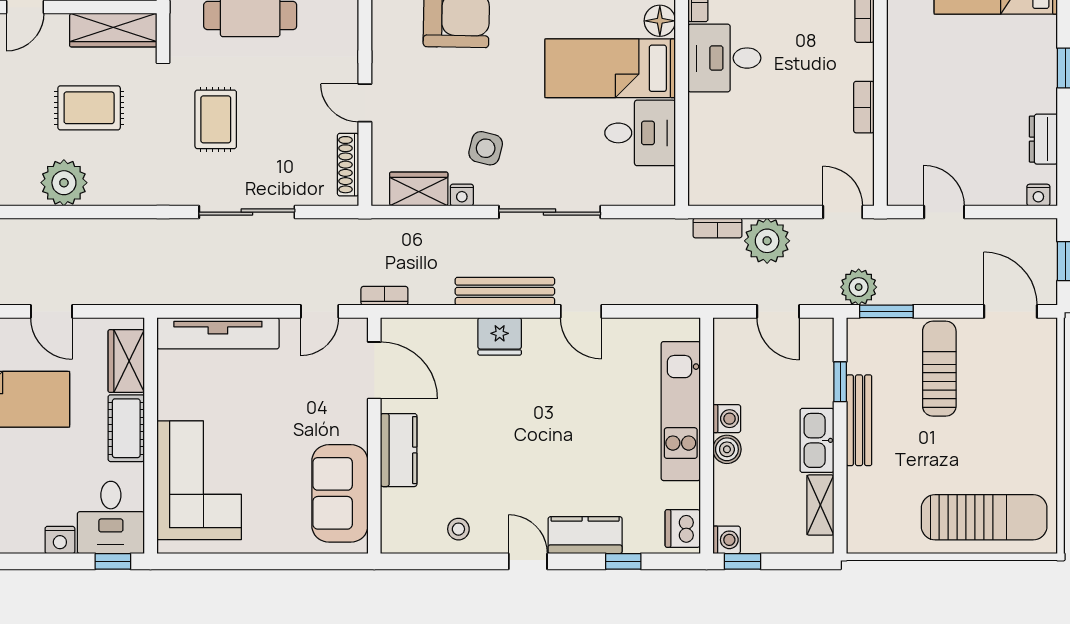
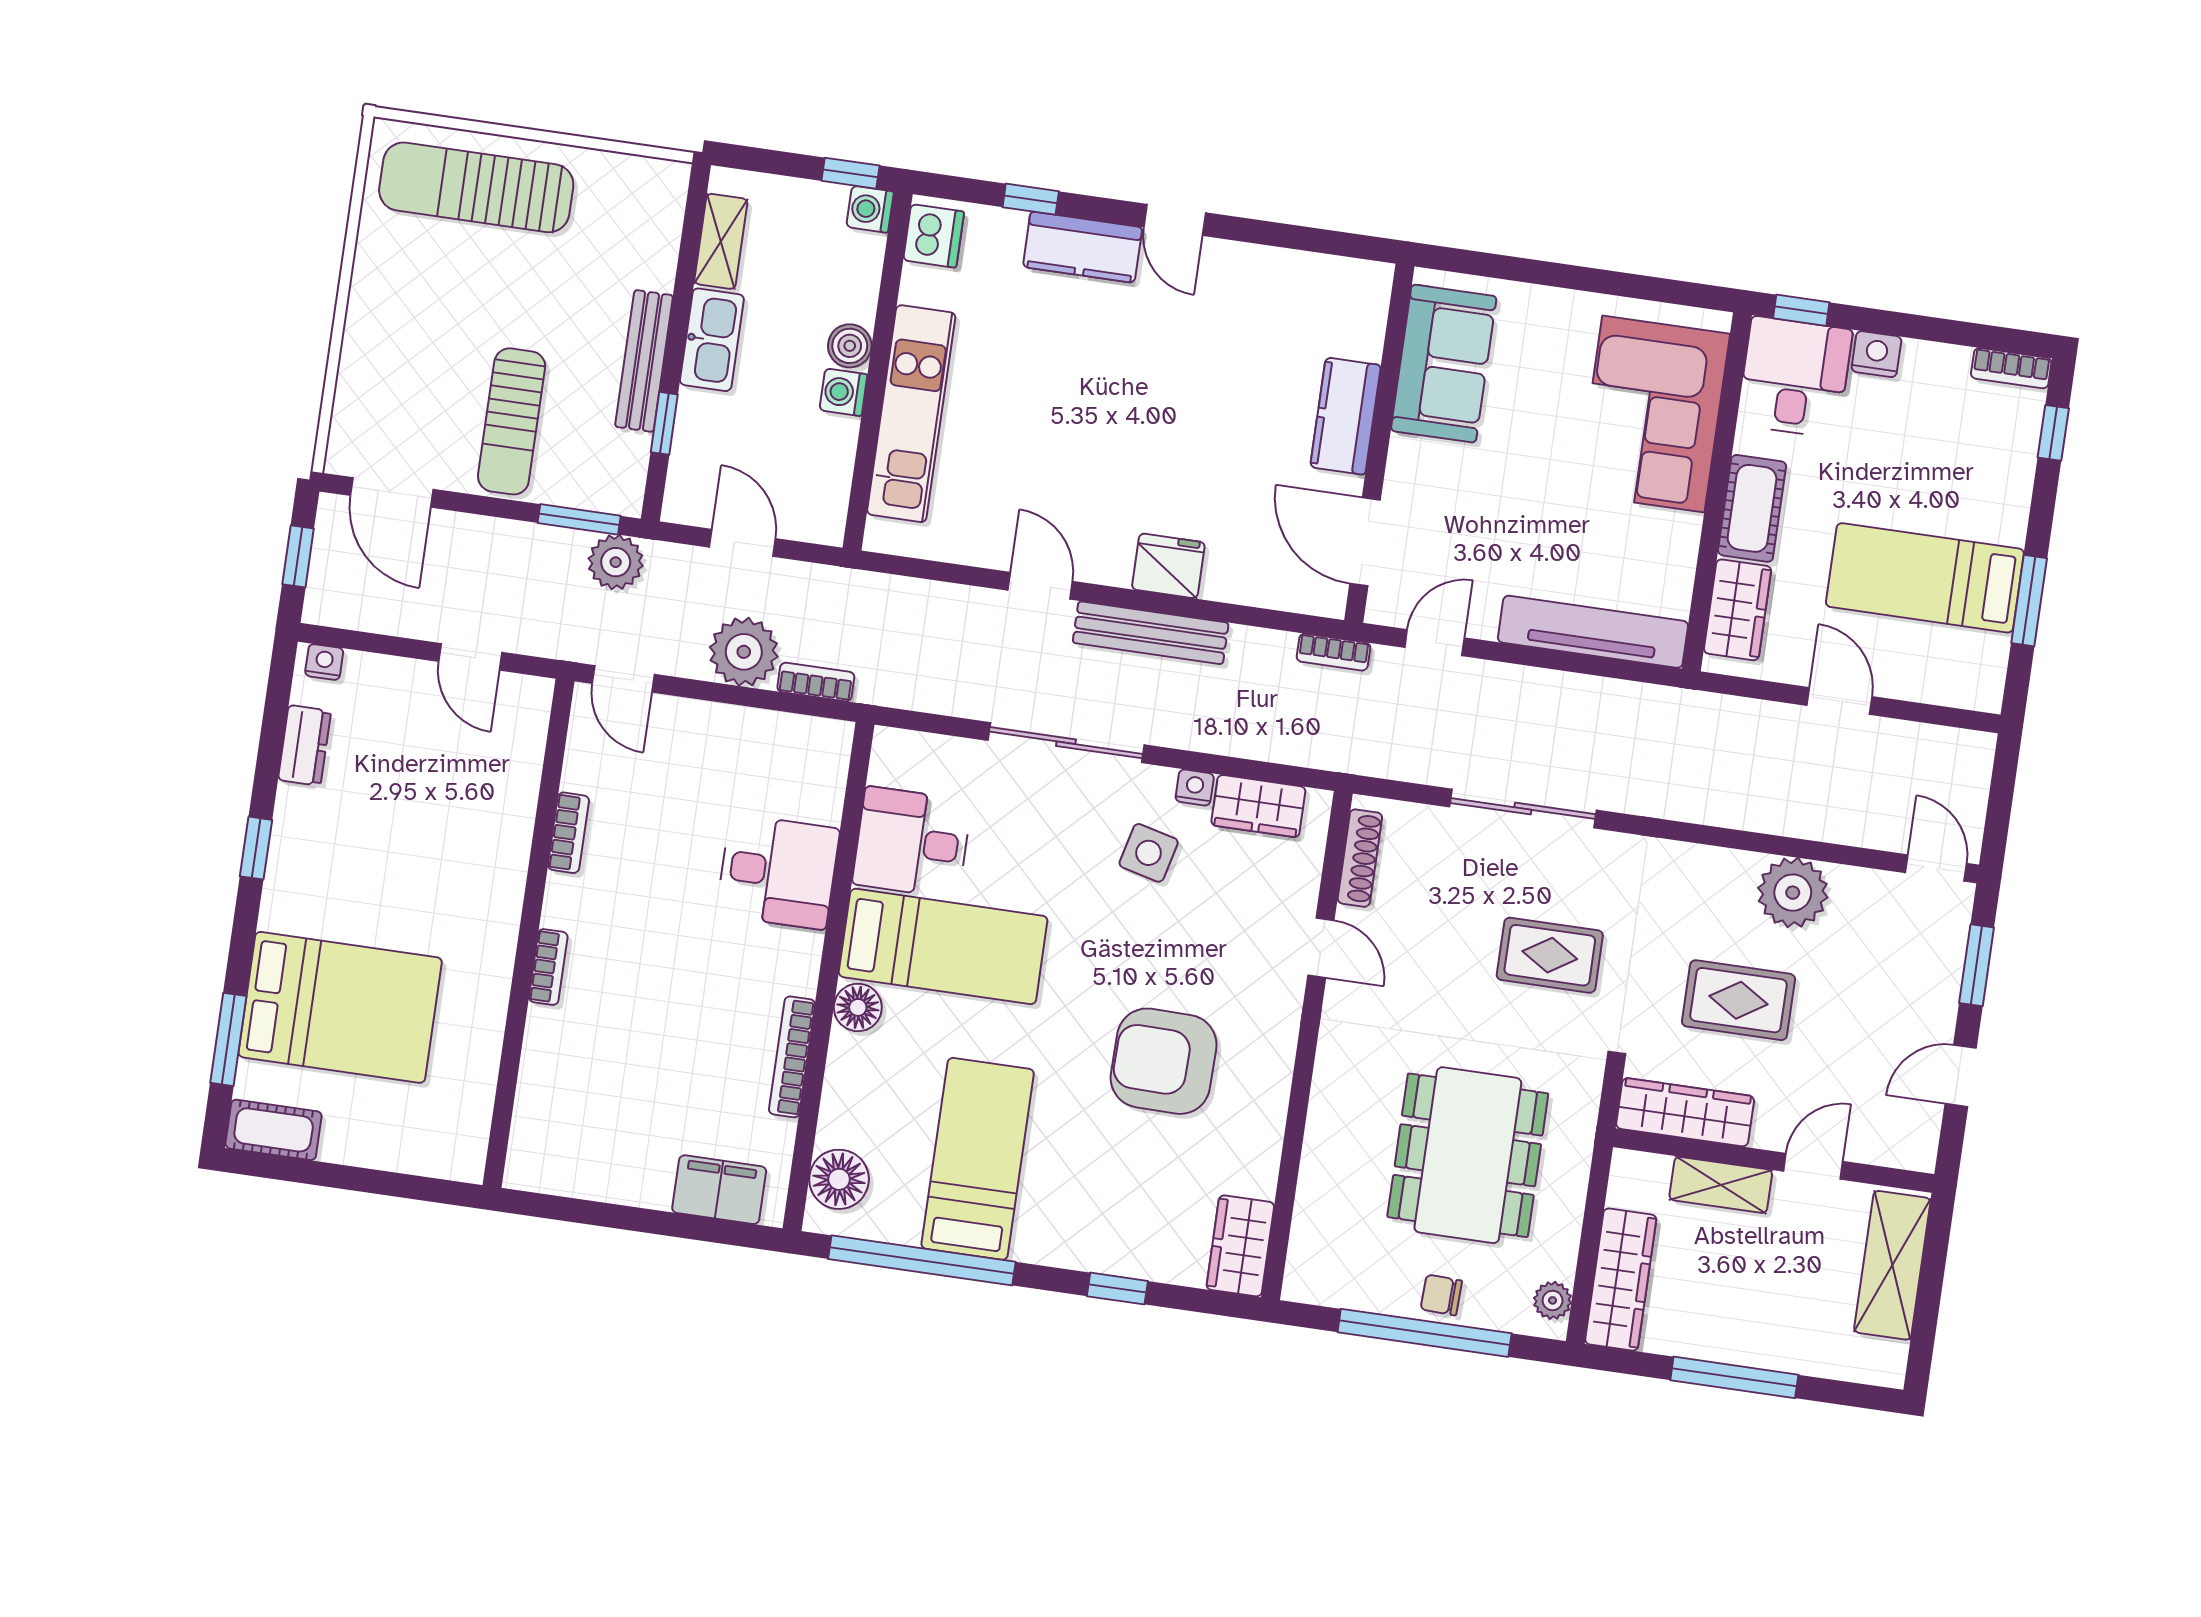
desk: (724, 58) -> (778, 872), moved
rug: (216, 119) -> (1550, 955), turned 90
stool: (458, 529) -> (1272, 284), removed

